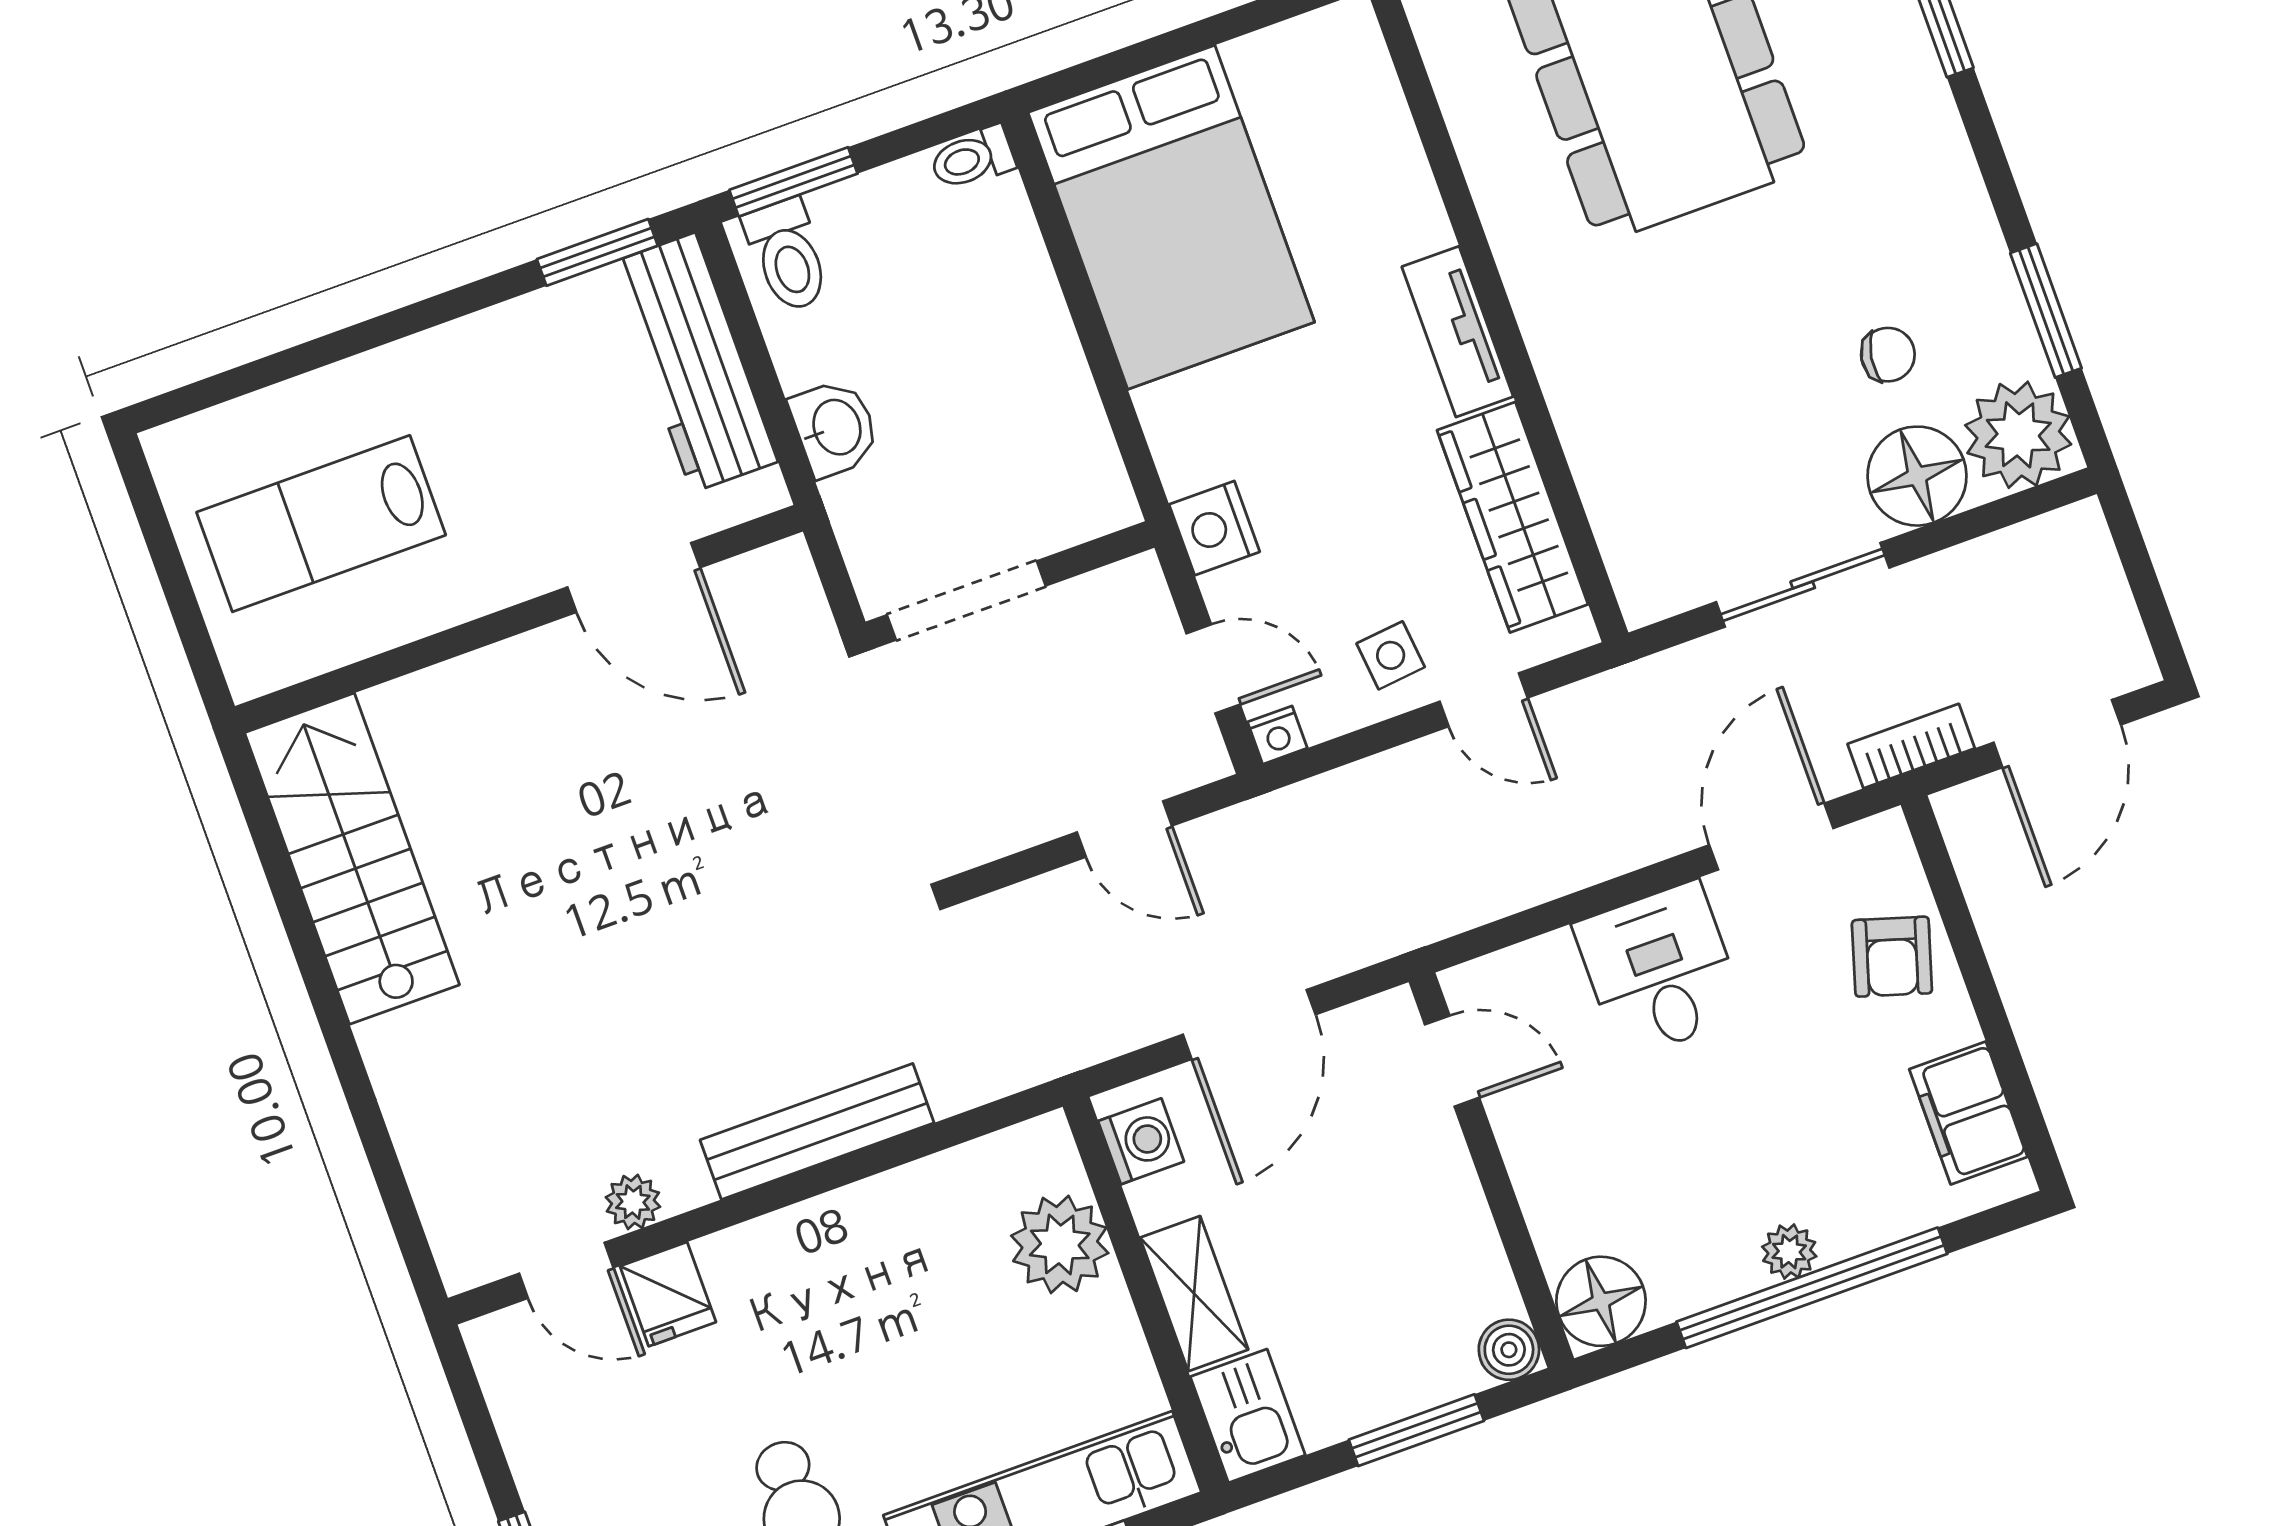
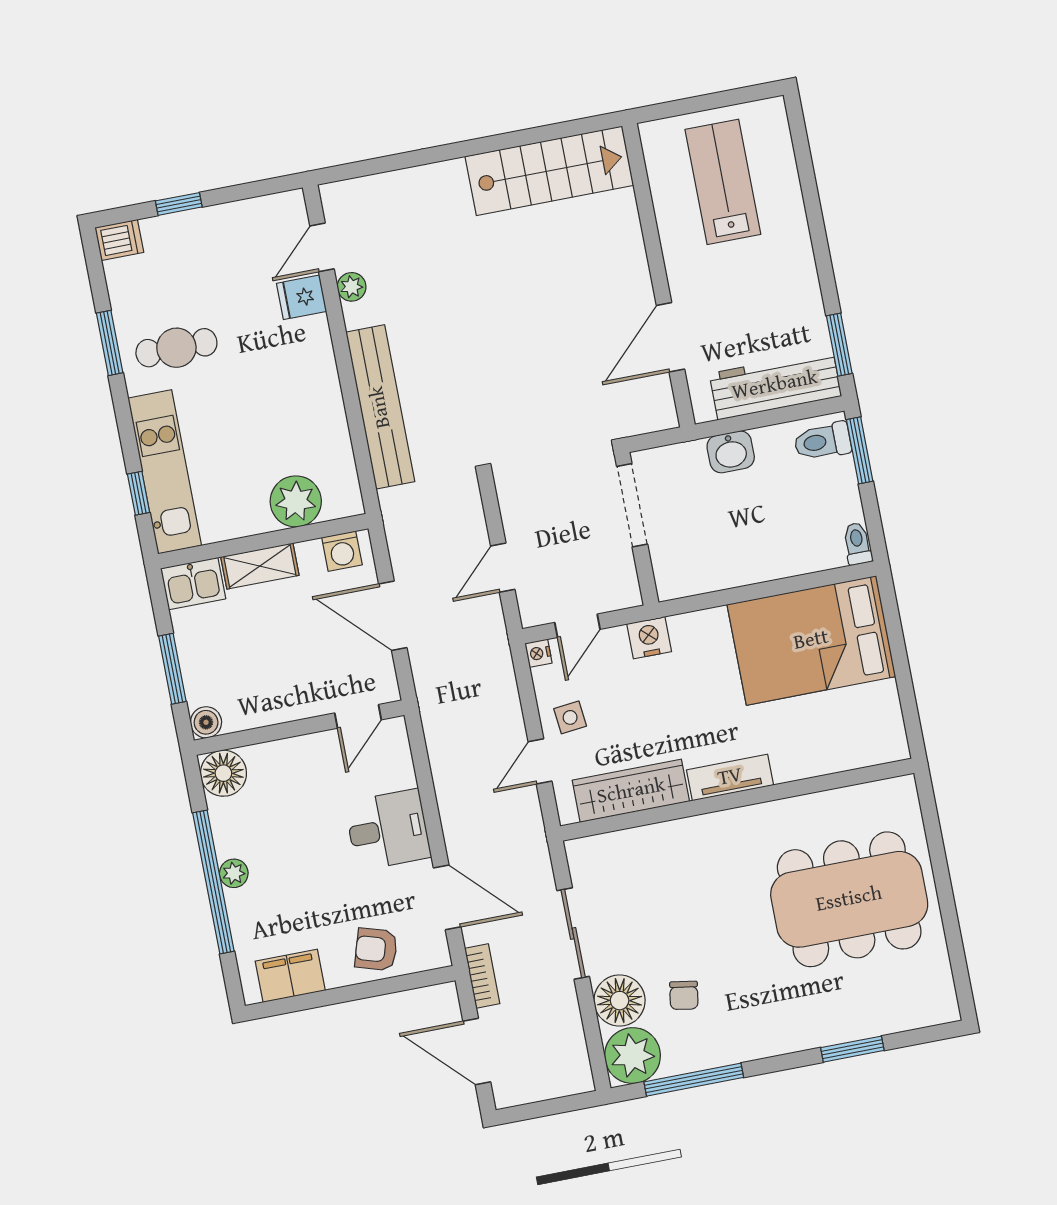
window: (2046, 311) -> (694, 1080), width x1.44
bench: (817, 1131) -> (380, 407), width x1.37, depth x1.21

